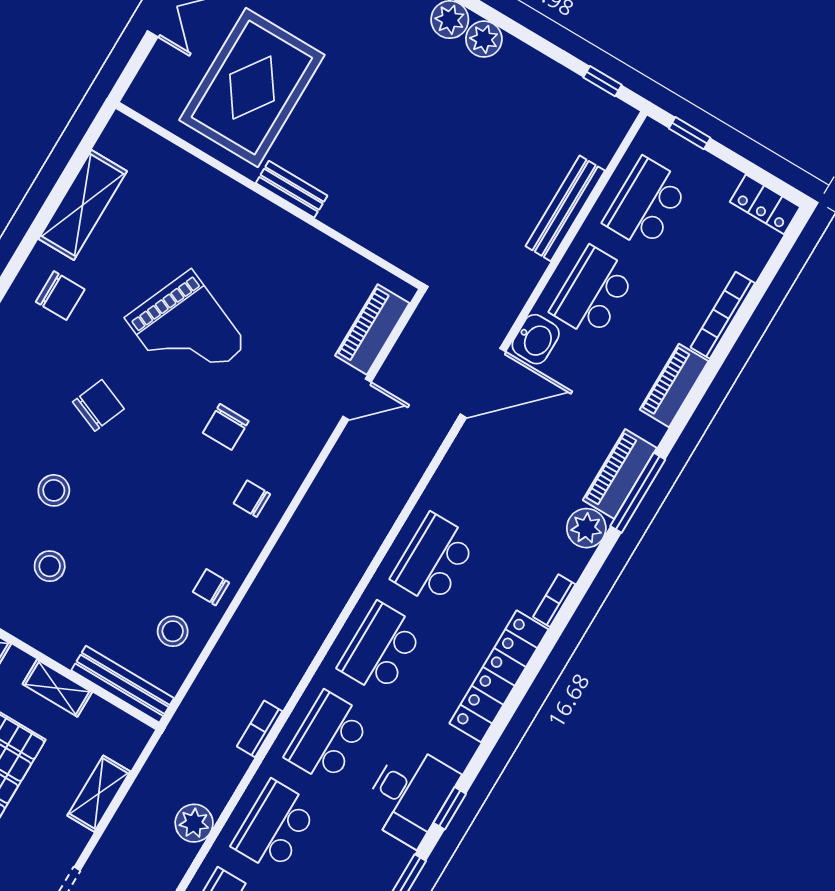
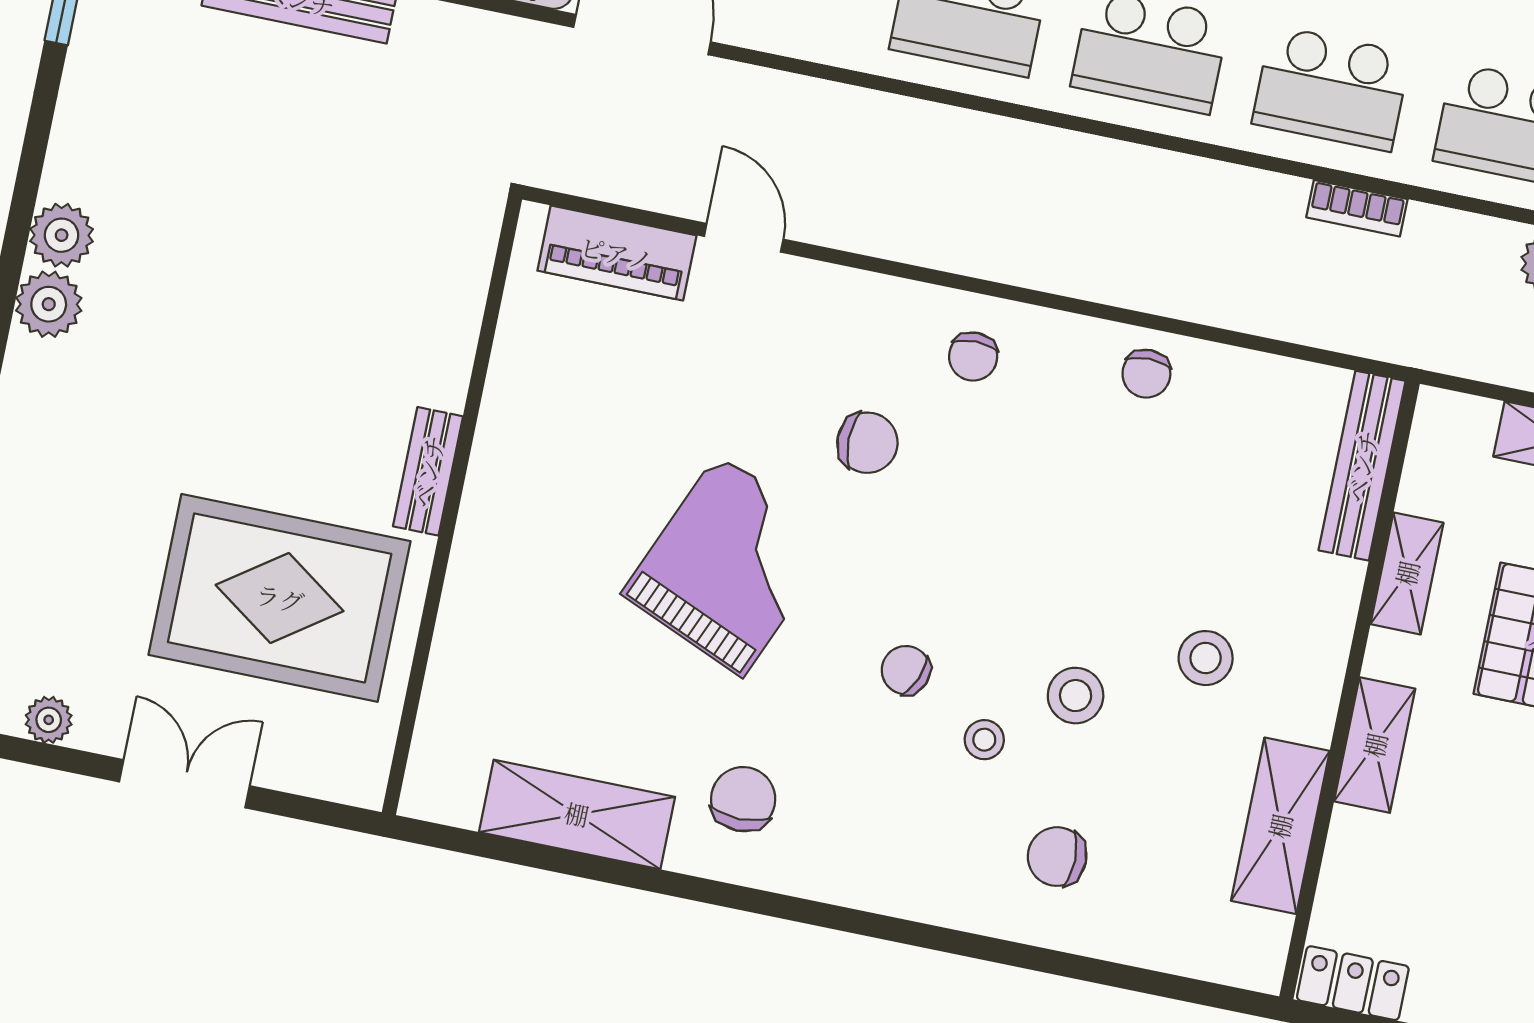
chair: (98, 405) -> (906, 670), width x0.73, depth x0.73
stool: (173, 631) -> (984, 740), moved, width x0.73, depth x0.73

